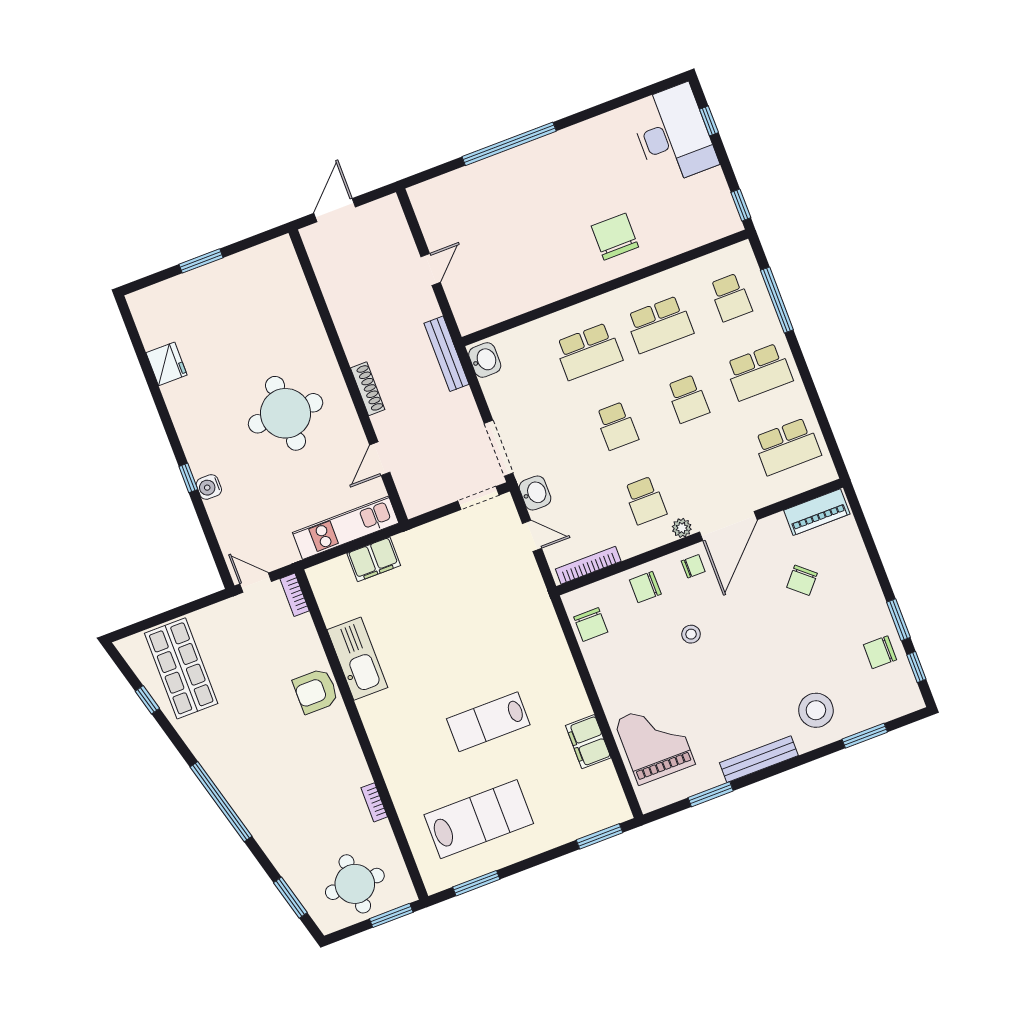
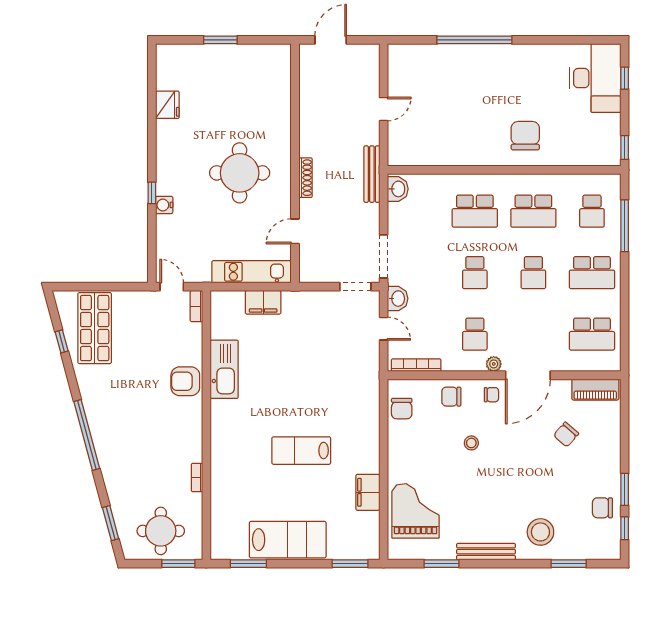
lab bench: (479, 819) -> (288, 540), moved

